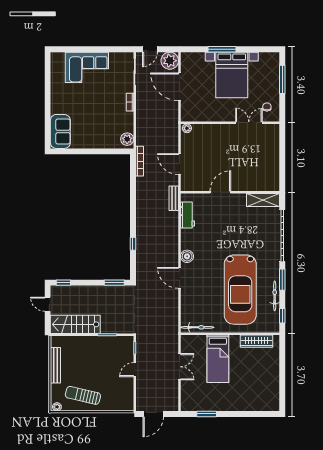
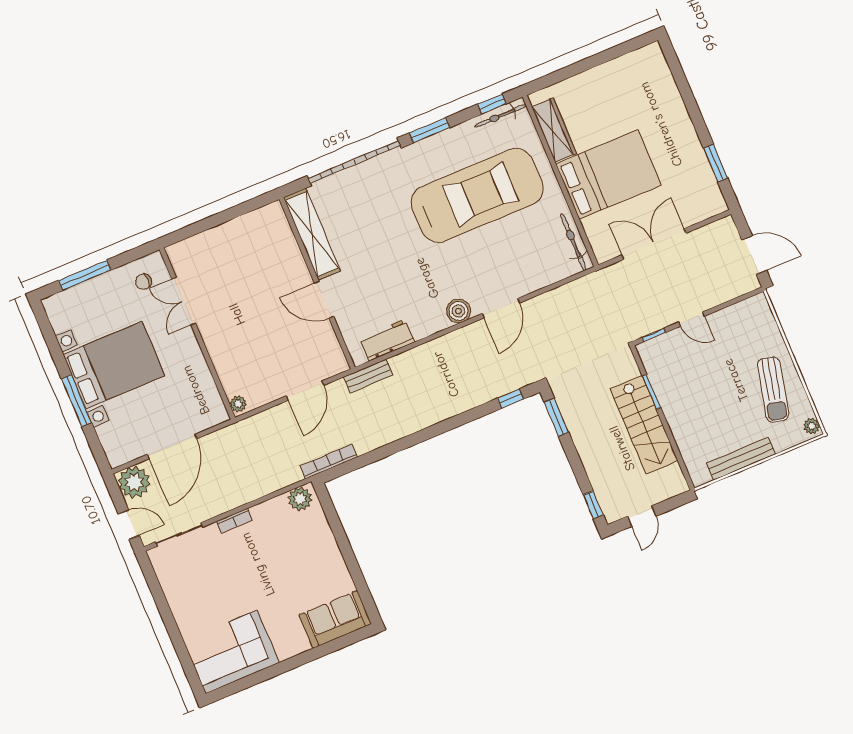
corner sofa: (87, 67) -> (231, 652), moved, turned -90
shelving: (263, 200) -> (312, 234), width x1.47
window: (133, 244) -> (510, 399), moved
bicycle: (275, 296) -> (500, 116), moved
stairs: (75, 324) -> (644, 425), moved
bed: (218, 359) -> (609, 175), width x1.50
double door: (180, 367) -> (654, 244), width x1.37

